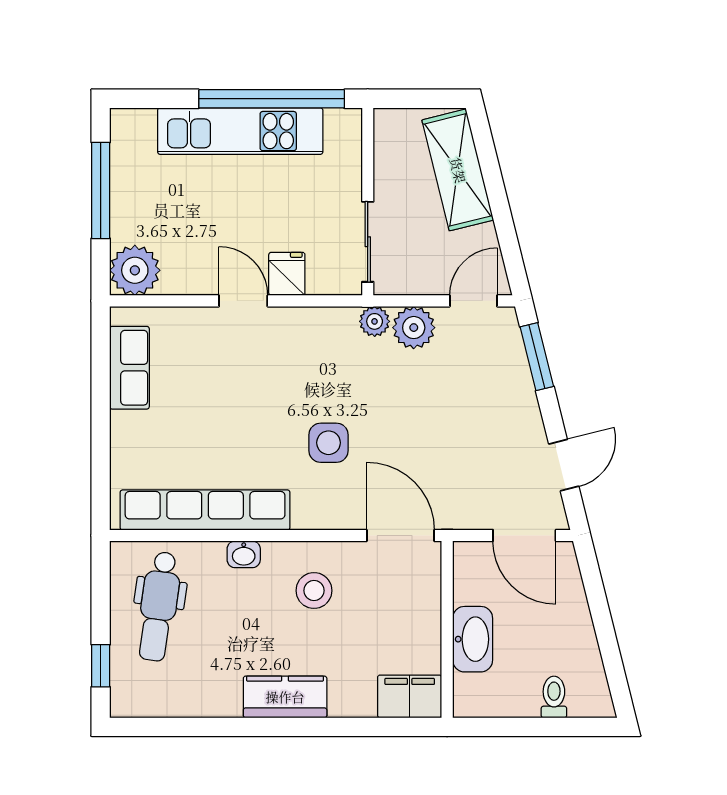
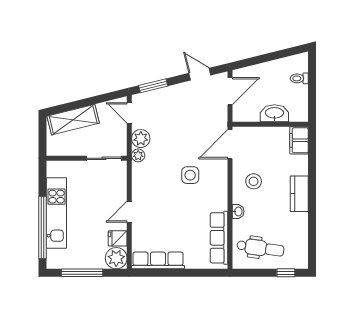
window: (272, 99) -> (43, 228), moved
fridge: (287, 274) -> (118, 238), moved
row of seats: (129, 368) -> (158, 260), width x1.48
row of seats: (205, 510) -> (219, 238), width x0.73

